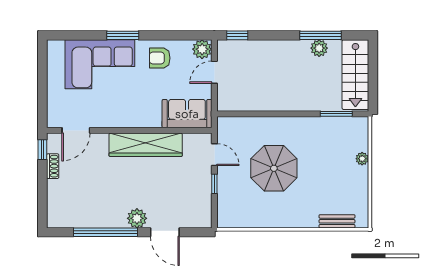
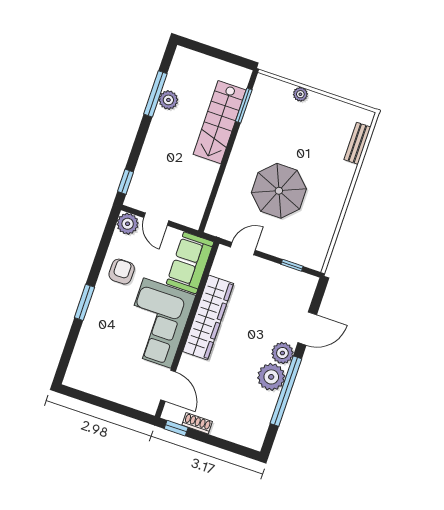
armchair: (160, 58) -> (122, 272), turned 180
corner sofa: (100, 64) -> (157, 323), moved, turned 180
stairs: (355, 75) -> (220, 122), moved, turned 90
window: (214, 184) -> (292, 265), moved
plant: (113, 216) -> (271, 377), added

